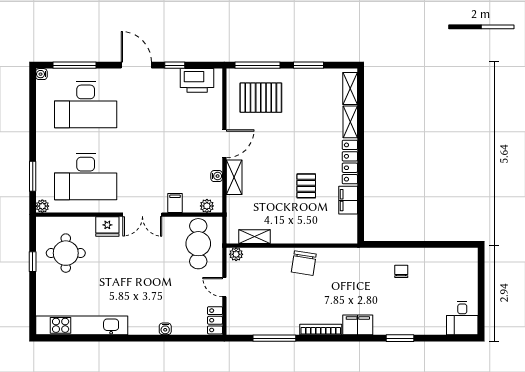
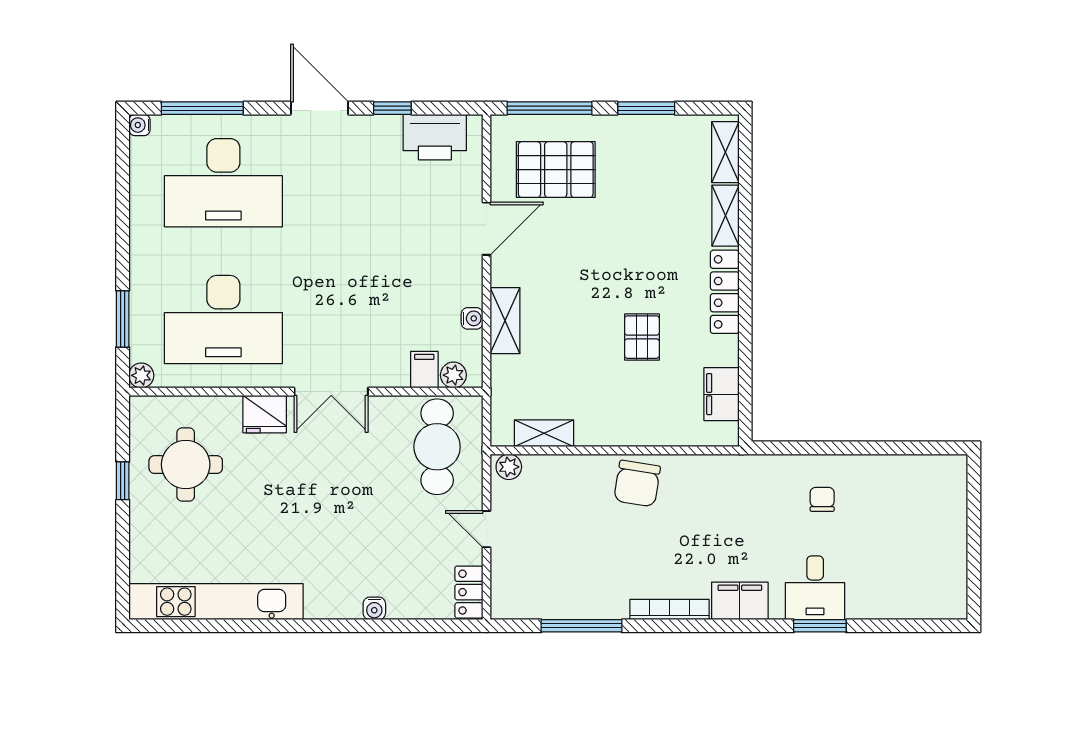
door: (224, 144) -> (486, 229), moved
filing cabinet: (348, 200) -> (722, 394), moved
filing cabinet: (175, 203) -> (424, 370), moved
desk: (462, 318) -> (815, 588), moved

